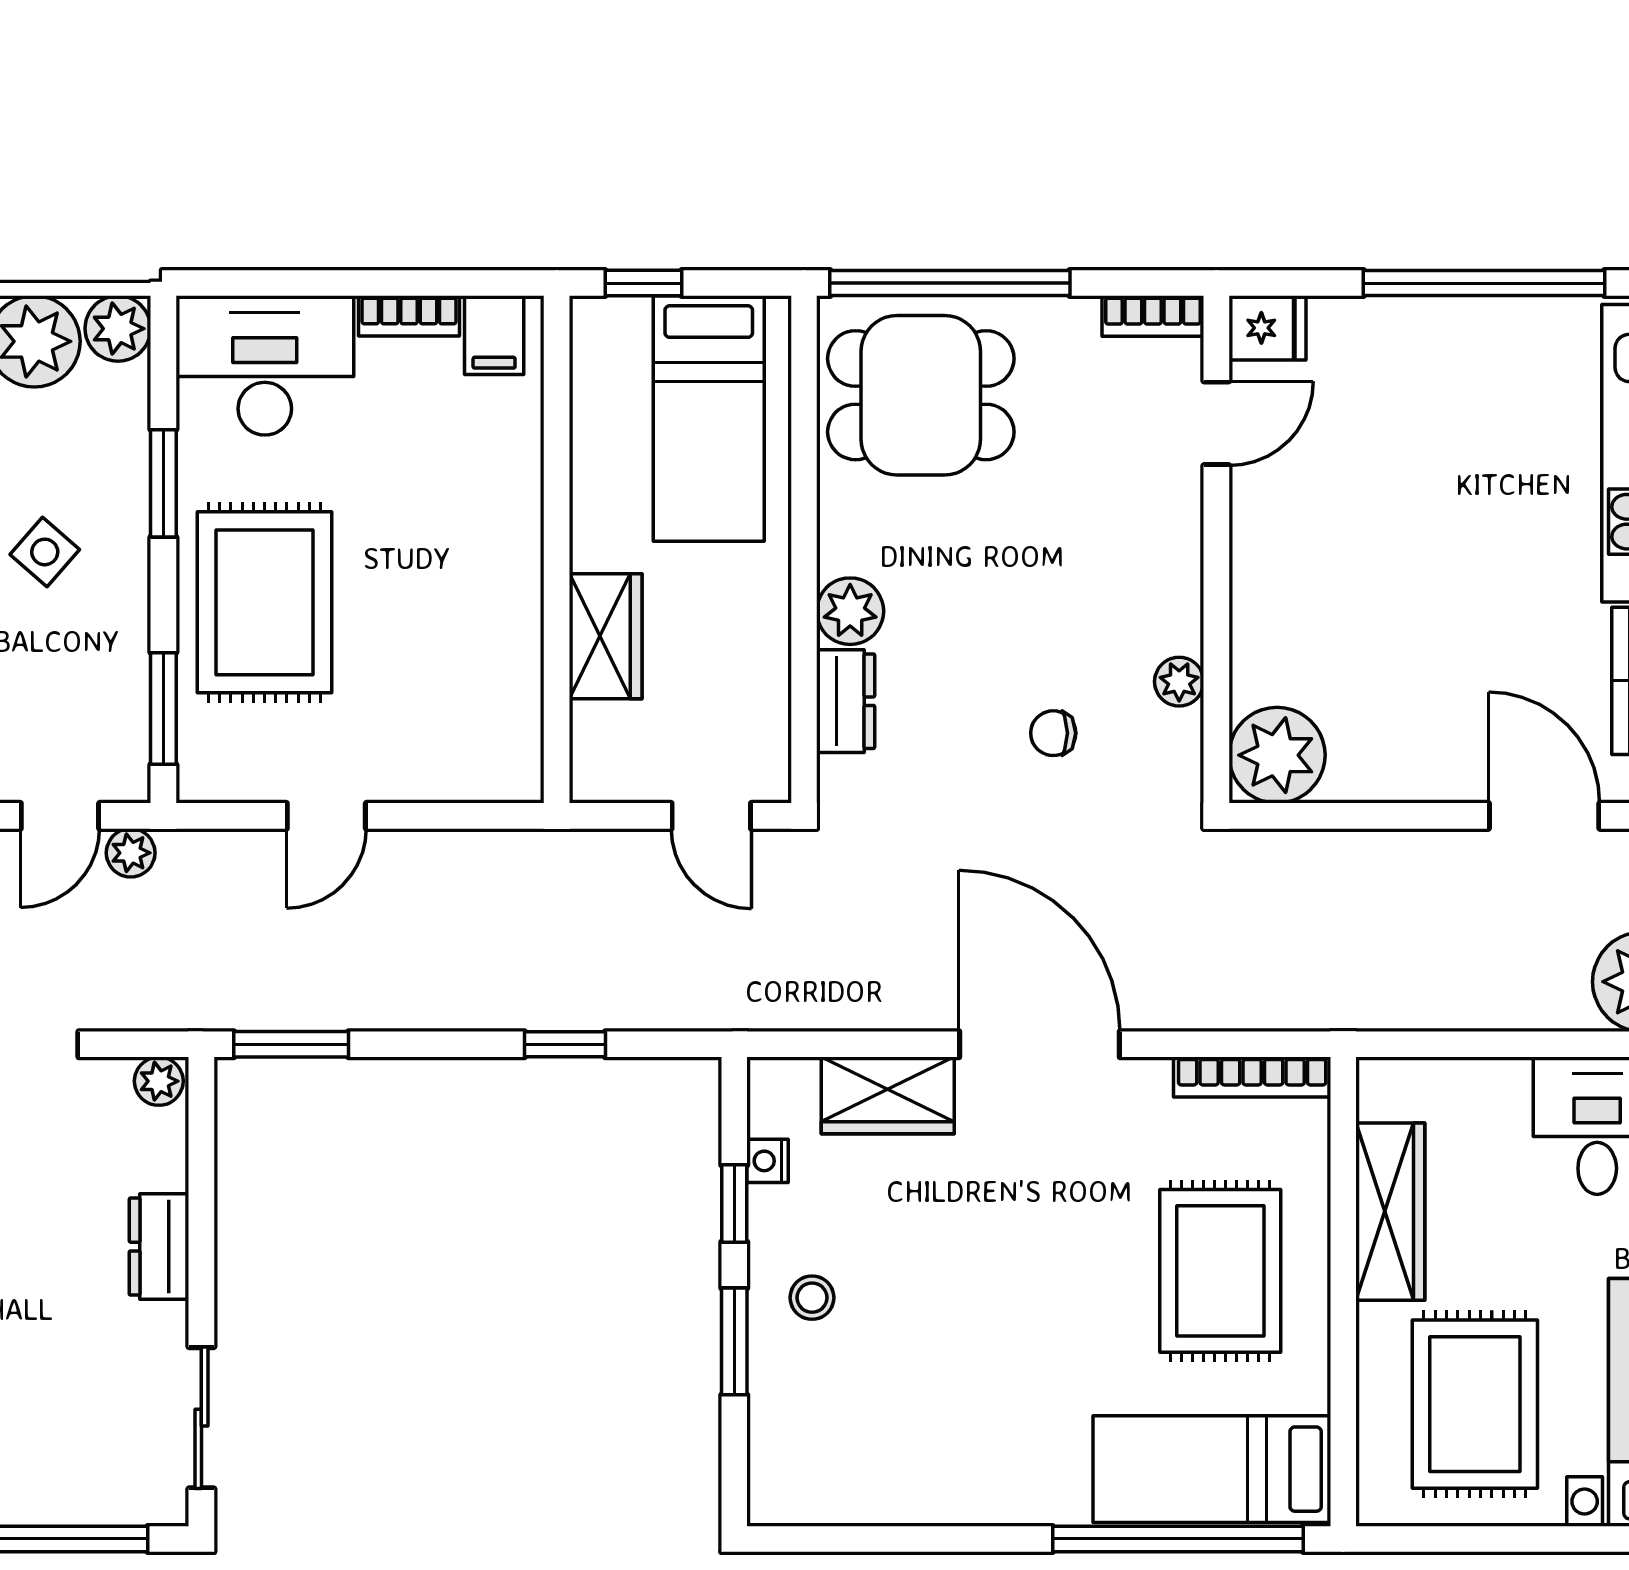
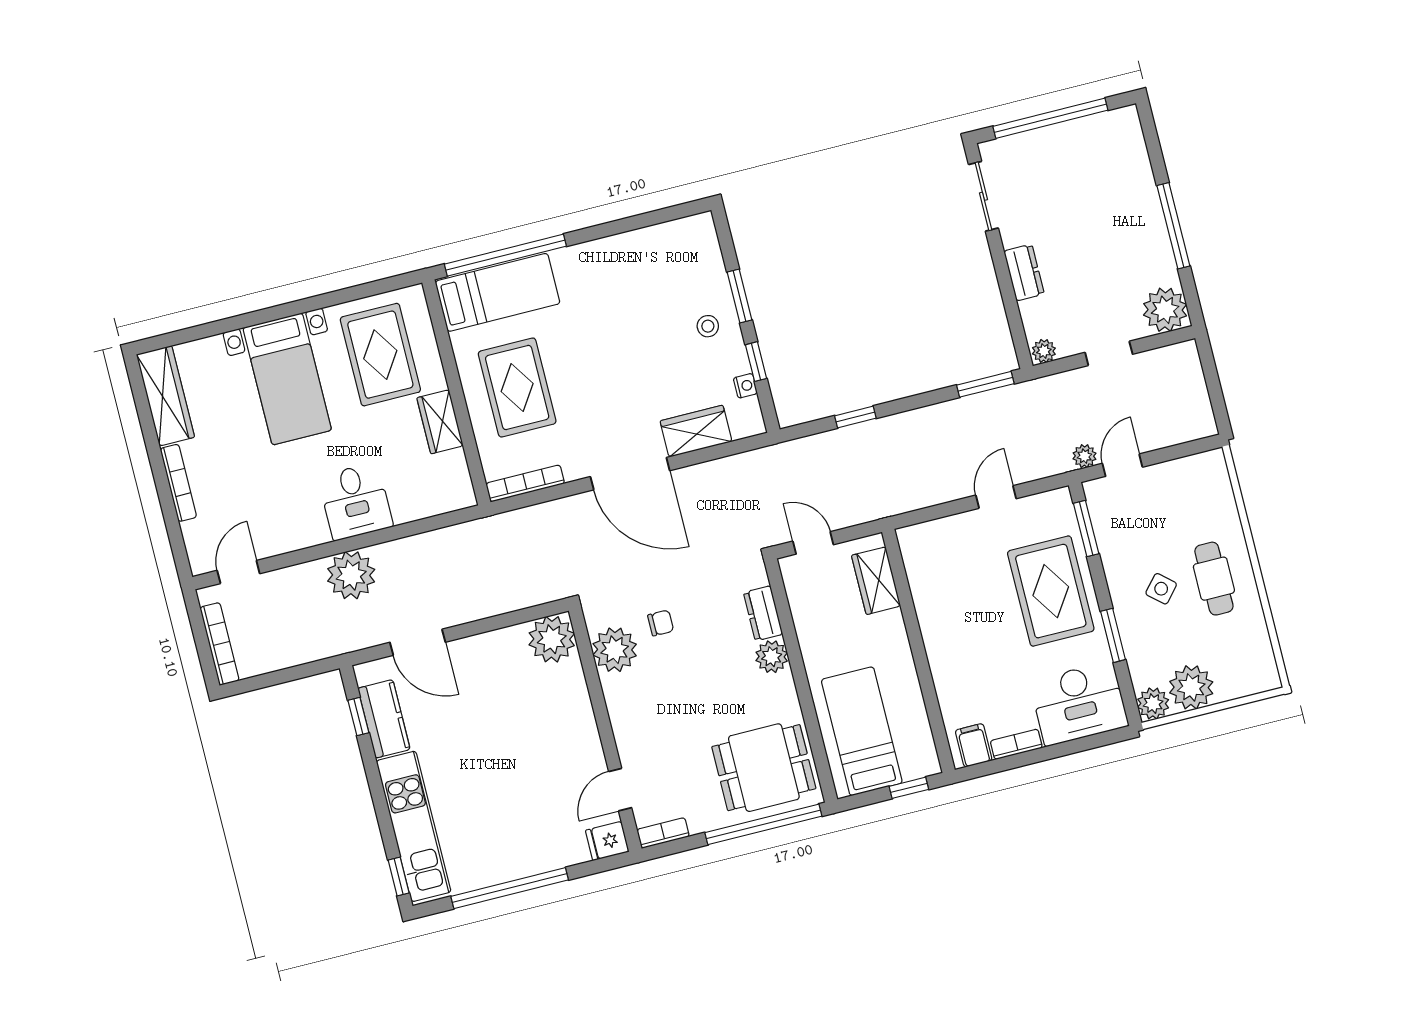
wardrobe: (606, 636) -> (876, 581), moved
plant: (1179, 682) -> (615, 650), width x1.88, depth x1.88
wardrobe: (1390, 1212) -> (440, 422), width x0.67

